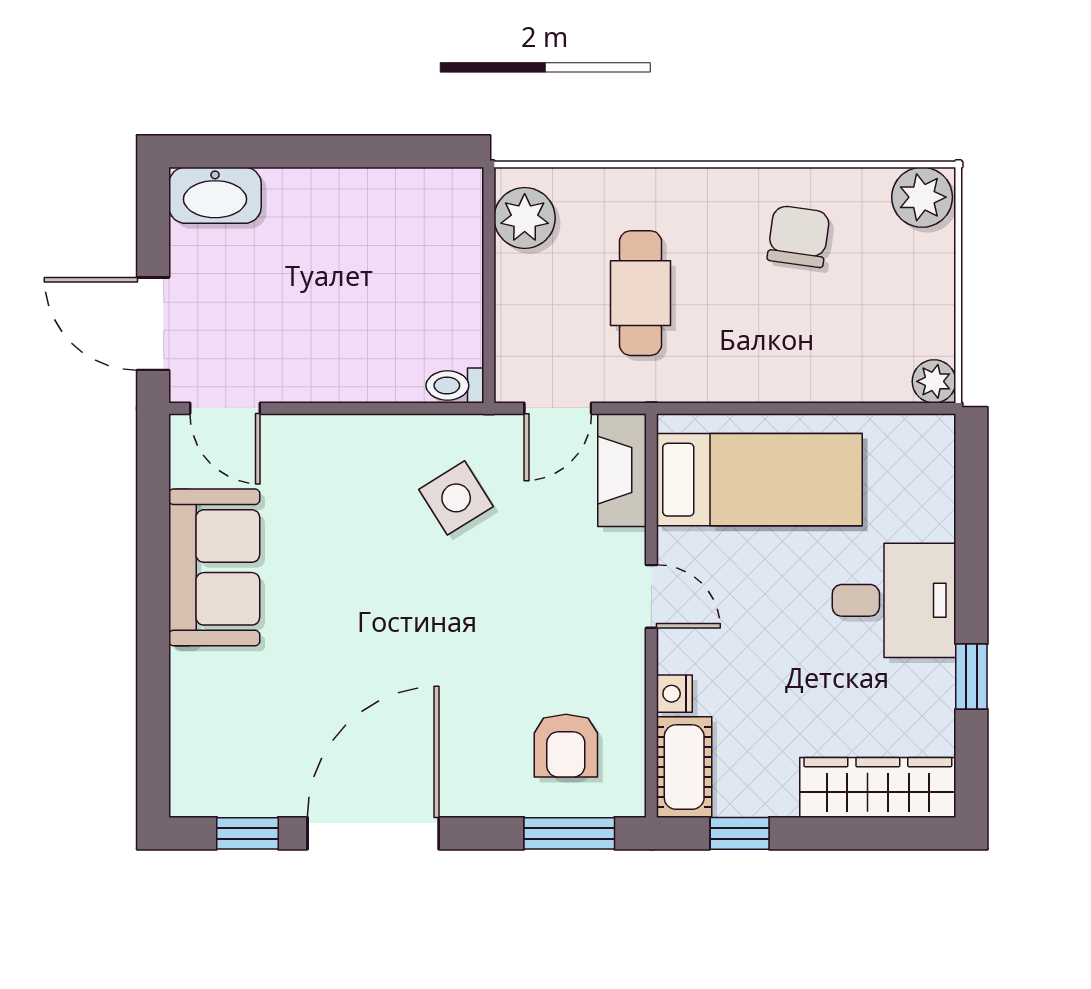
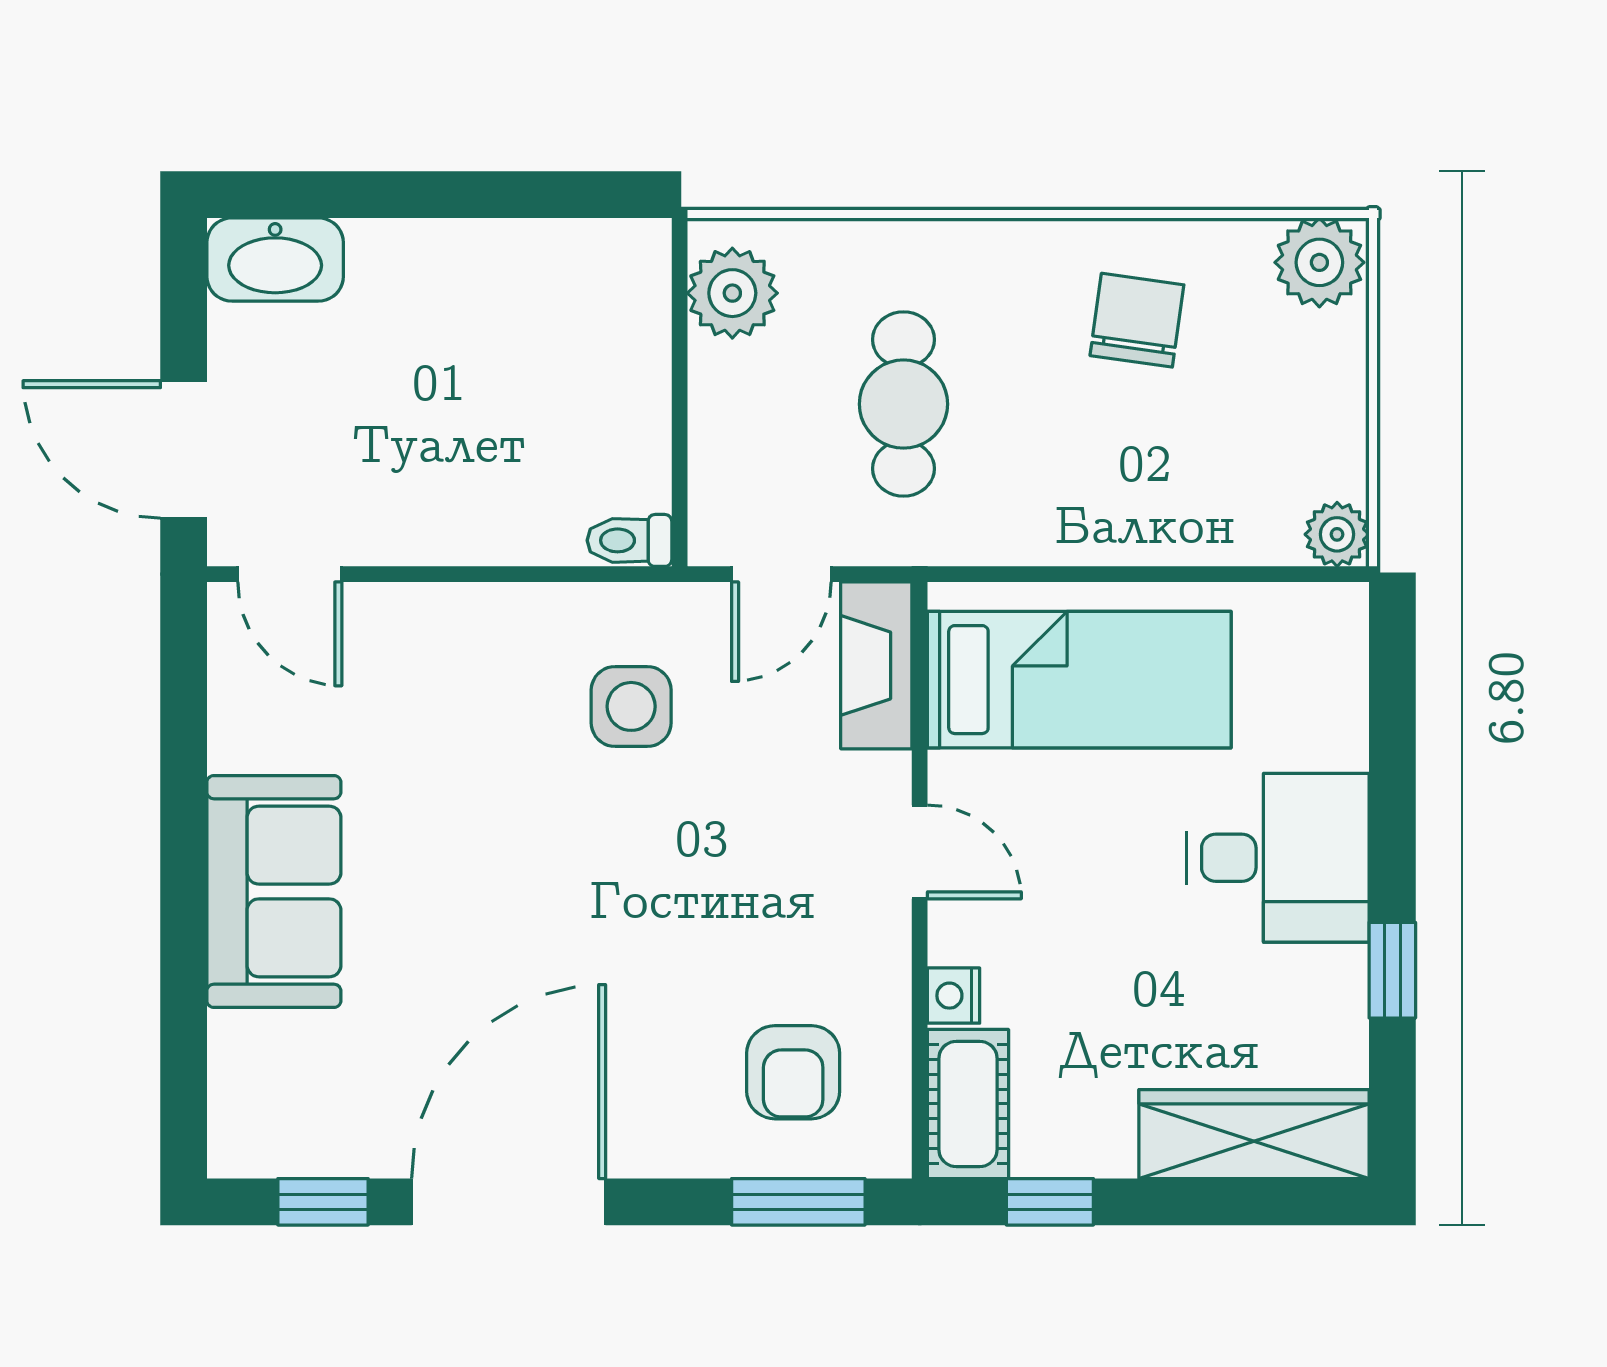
side table: (456, 498) -> (631, 706), turned 32
sofa: (214, 567) -> (274, 891), moved

